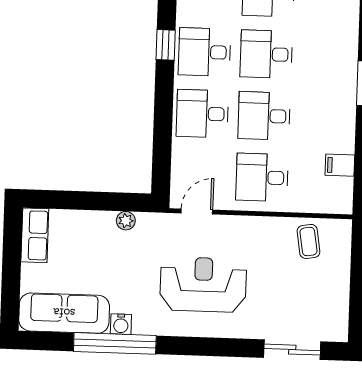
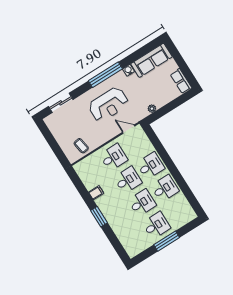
window: (166, 45) -> (181, 181), removed
filing cabinet: (340, 165) -> (96, 193), moved
door: (197, 212) -> (129, 129), swing flipped
window: (115, 343) -> (105, 75), moved

